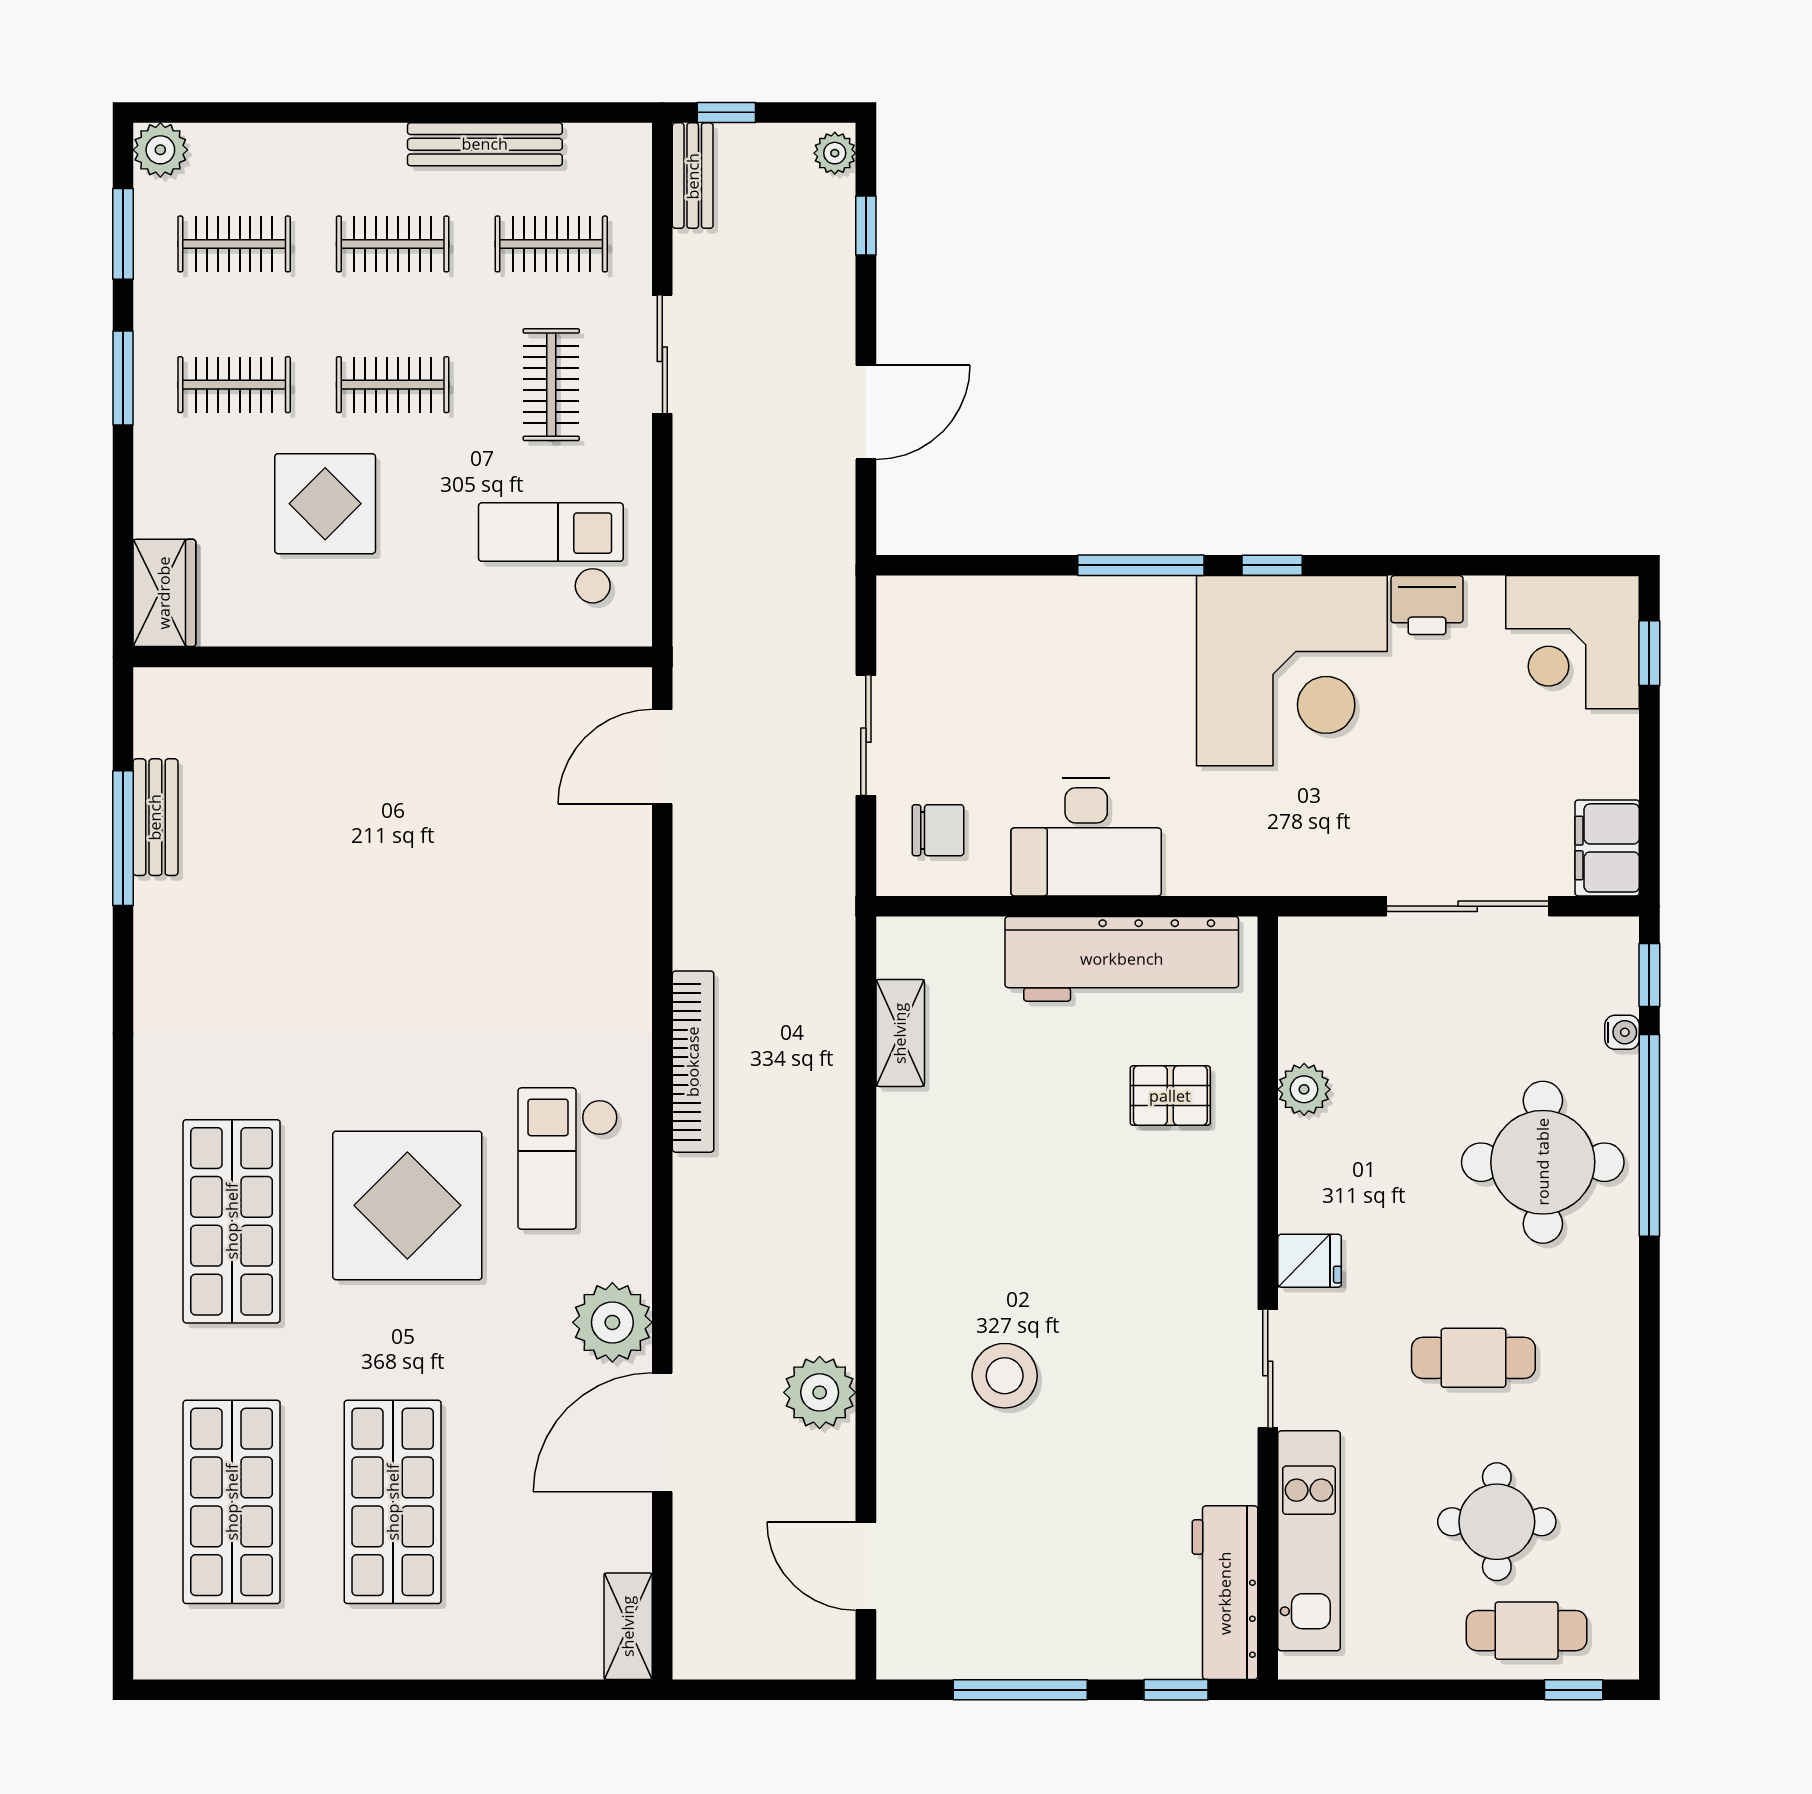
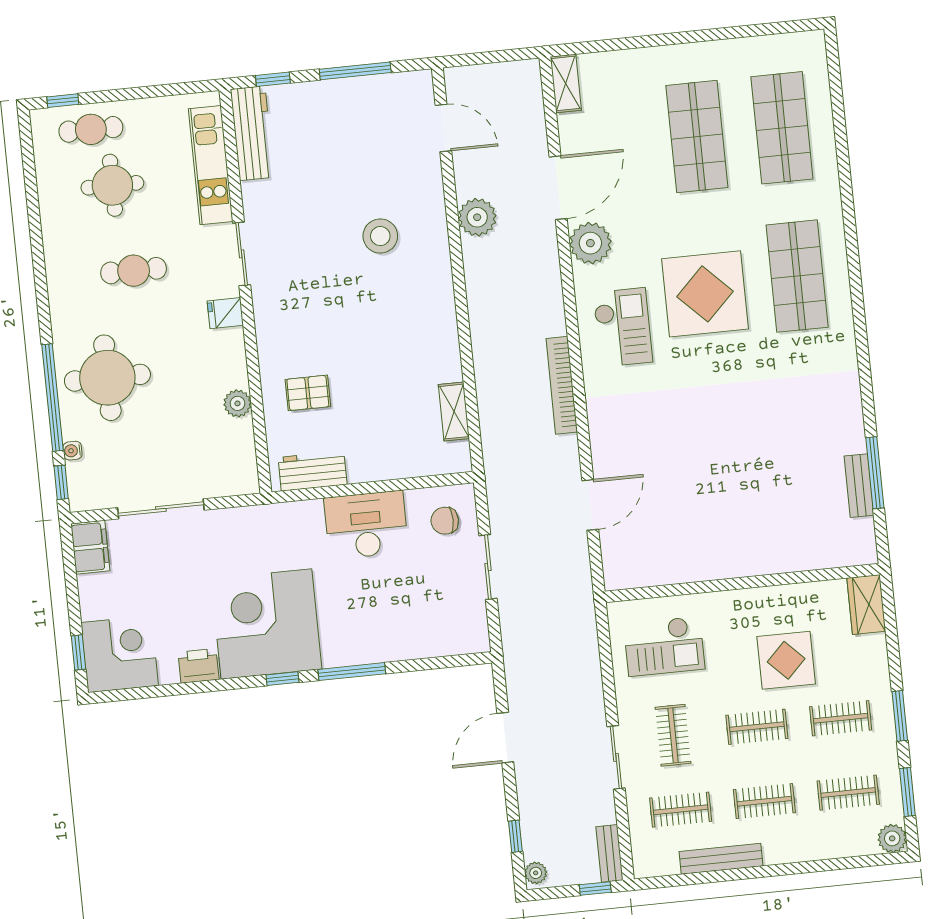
door: (662, 757) -> (590, 505), moved
workbench: (1122, 959) -> (313, 471), width x0.53, depth x0.76

